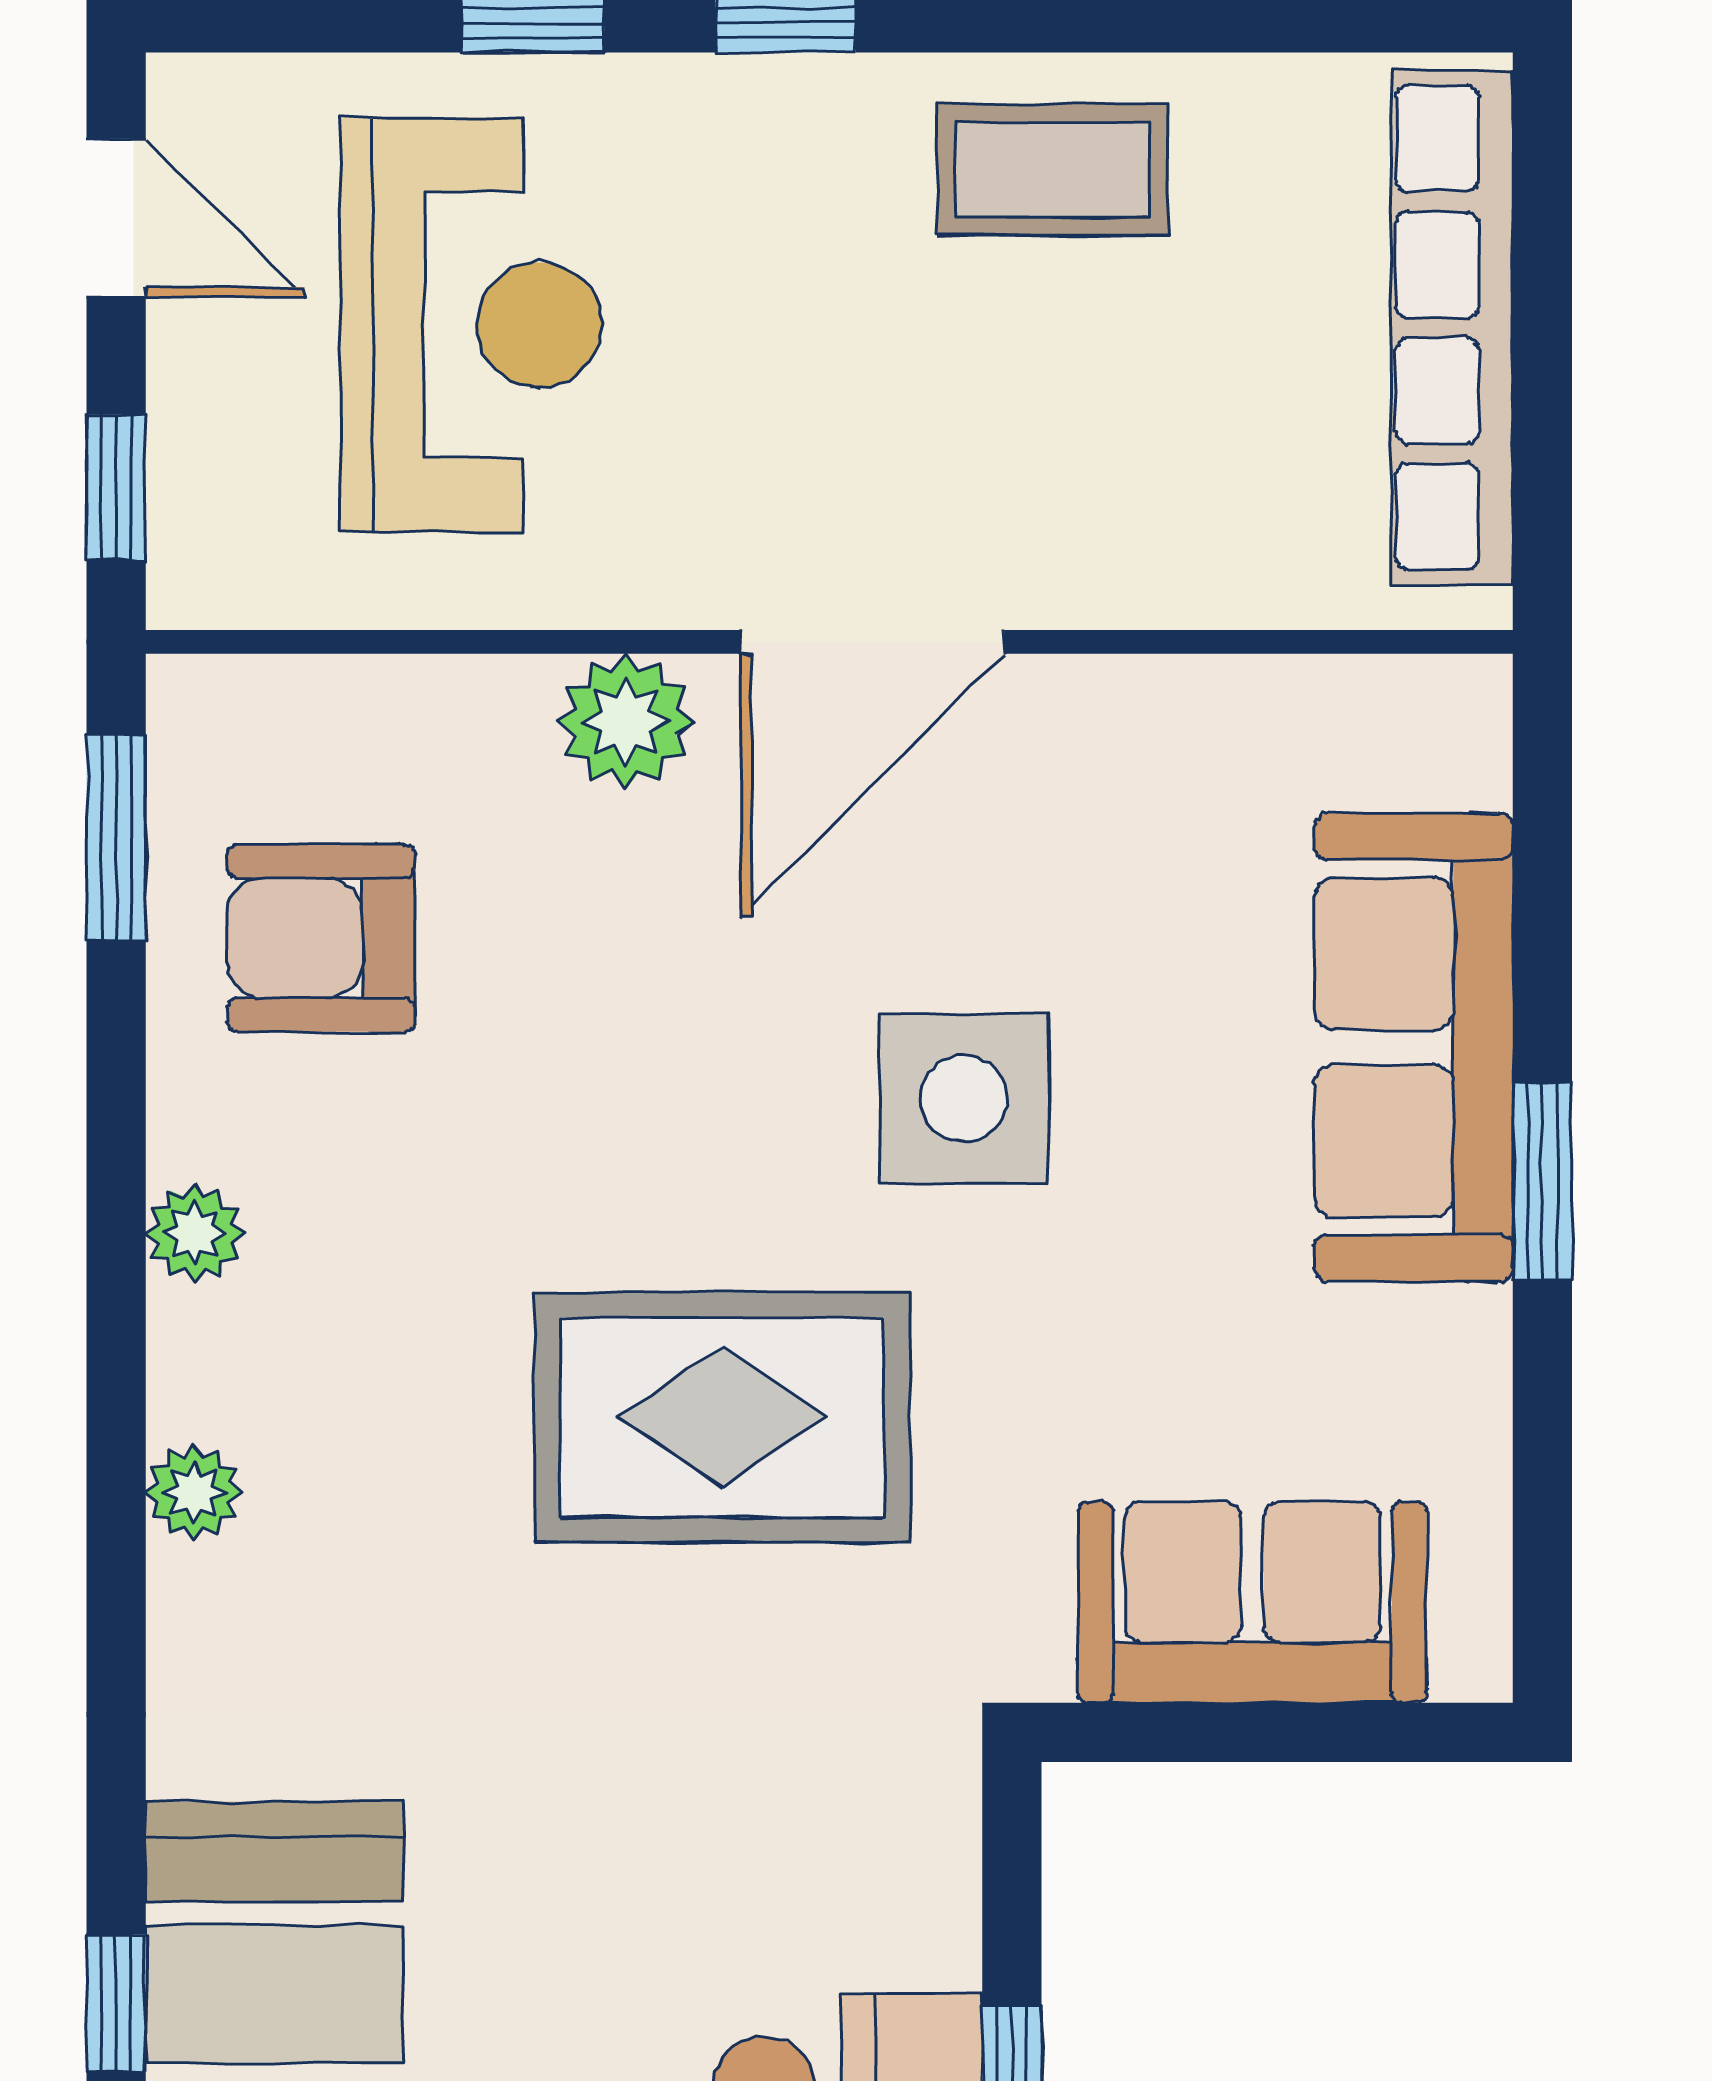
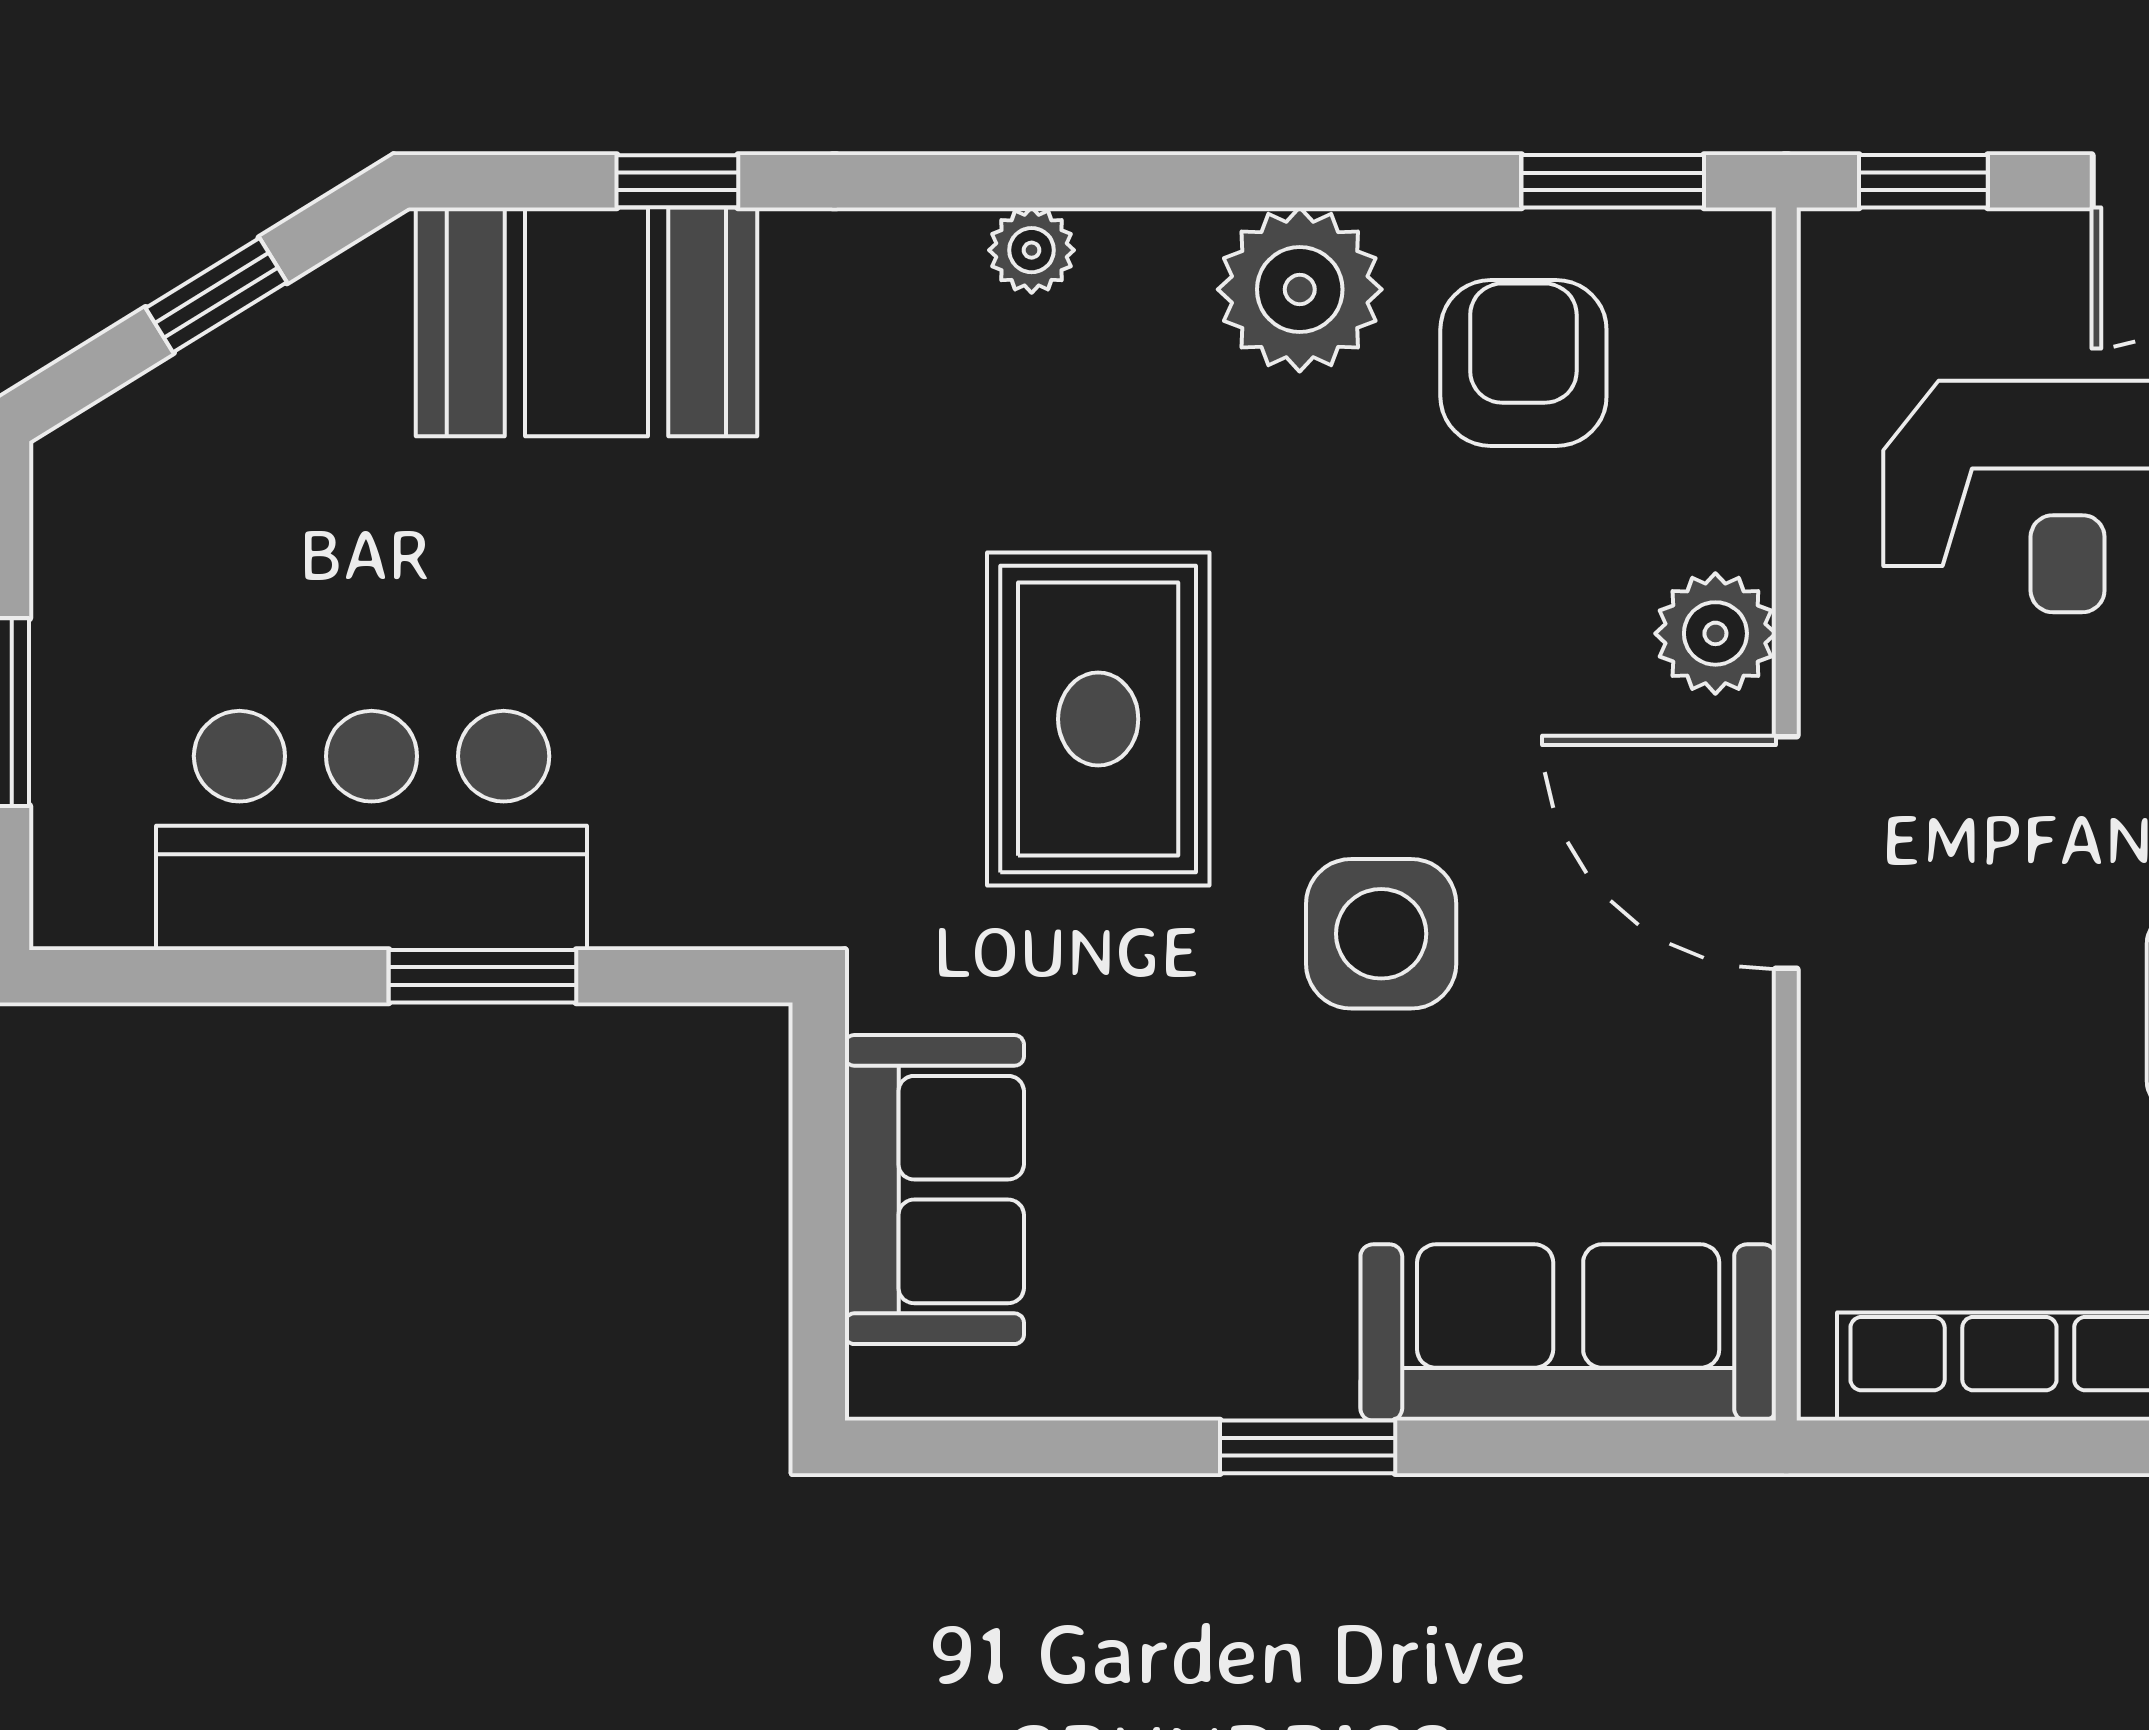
sofa: (1413, 1047) -> (1568, 1332), moved
plant: (195, 1233) -> (1300, 289), width x1.88, depth x1.88
window: (116, 2003) -> (677, 181), moved

